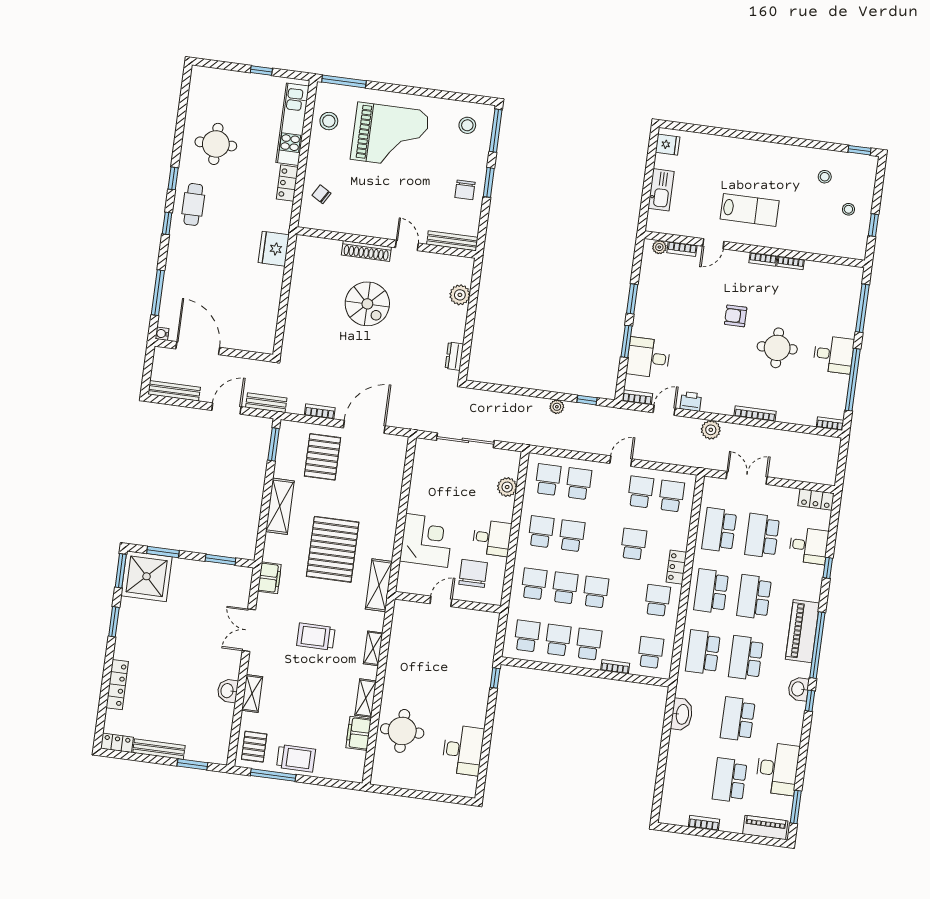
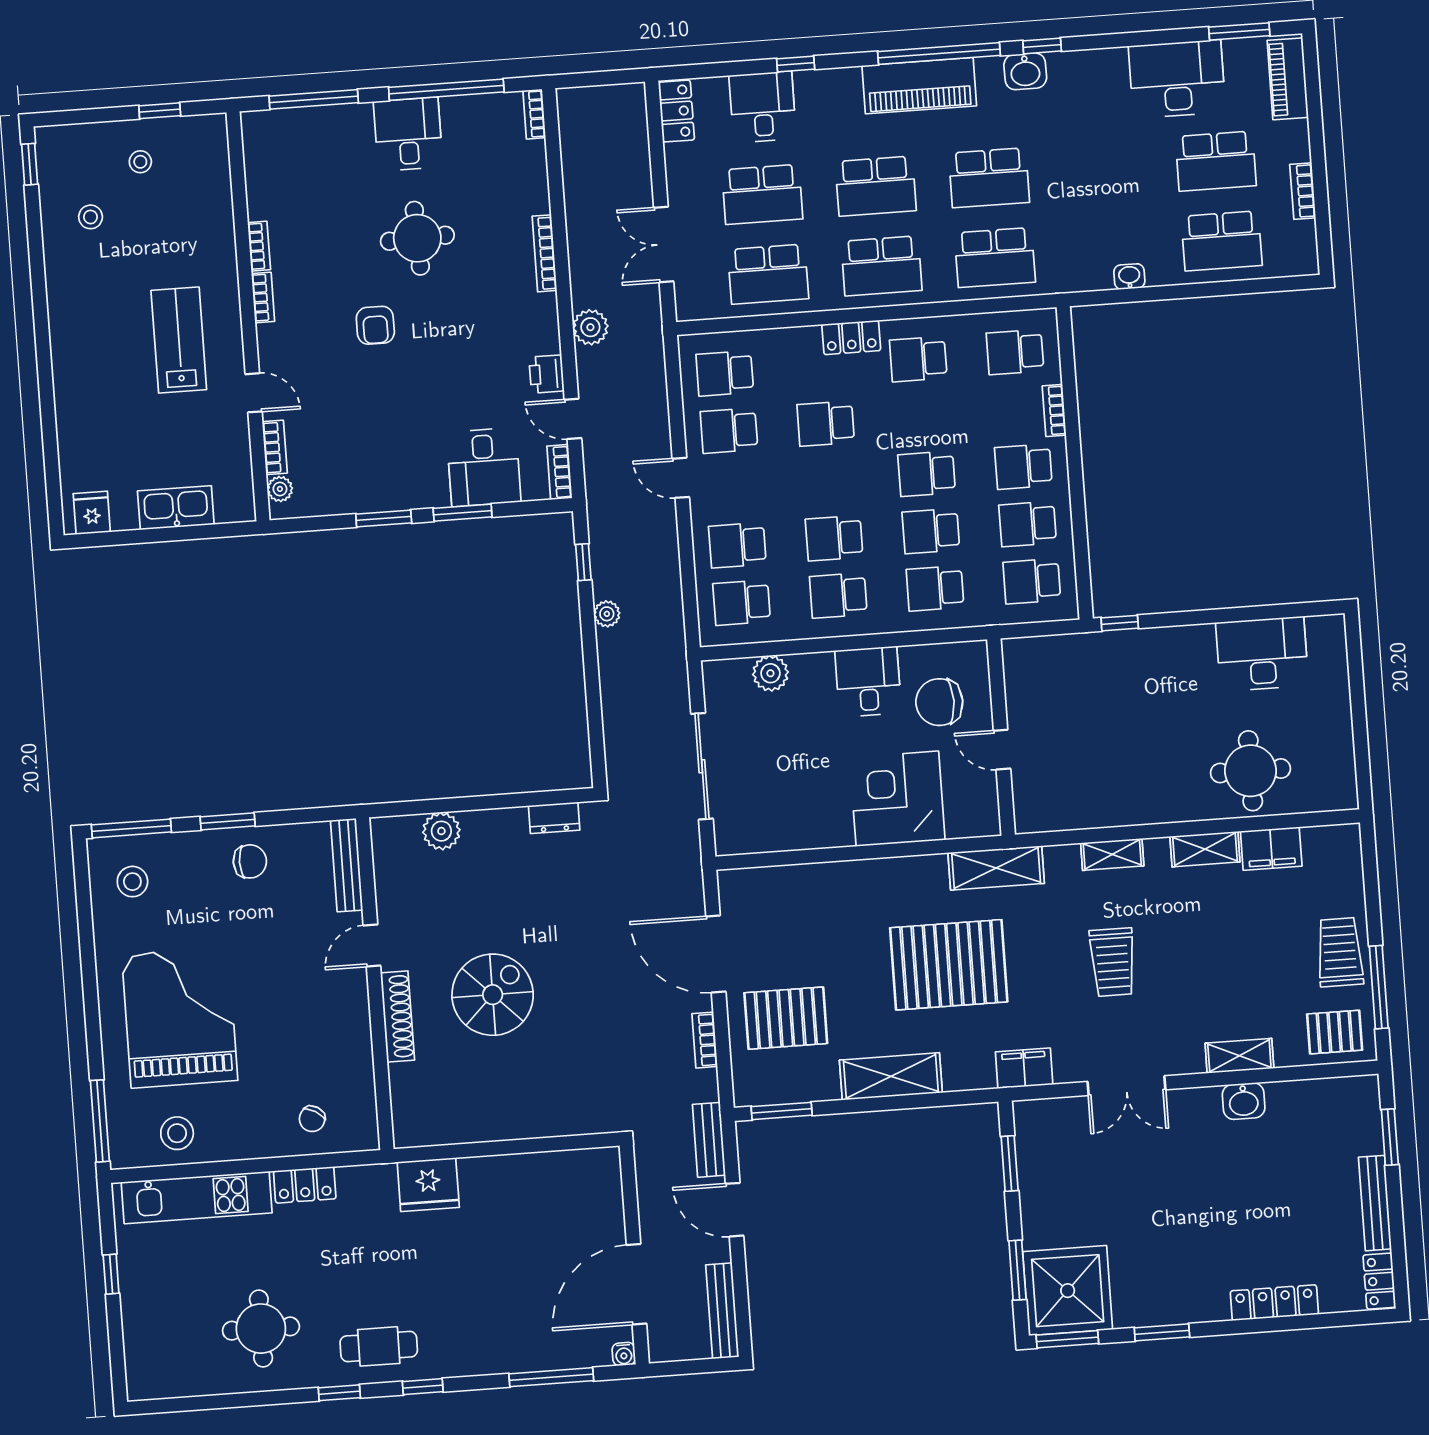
washbasin: (682, 714) -> (1129, 277), width x0.52, depth x0.69
school desk: (738, 719) -> (1222, 241), moved

